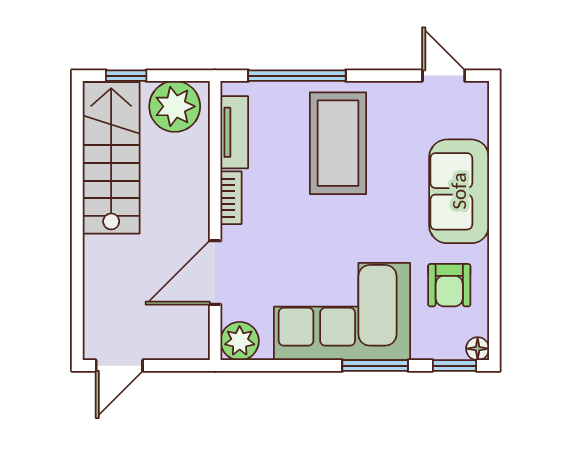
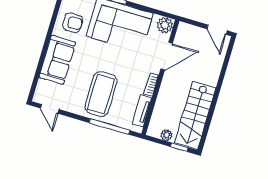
plant: (175, 106) -> (166, 135), width x0.53, depth x0.53
armchair: (449, 285) -> (73, 23), turned 90
door: (119, 366) -> (217, 30), swing flipped

